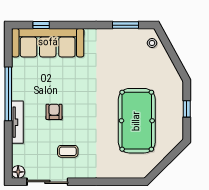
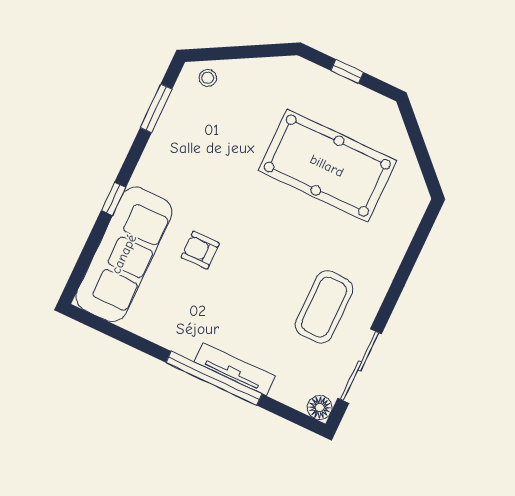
window: (41, 25) -> (114, 199), moved
window: (8, 94) -> (214, 378), moved
armchair: (54, 112) -> (200, 250), moved
coffee table: (68, 151) -> (324, 307), width x1.86, depth x1.72

